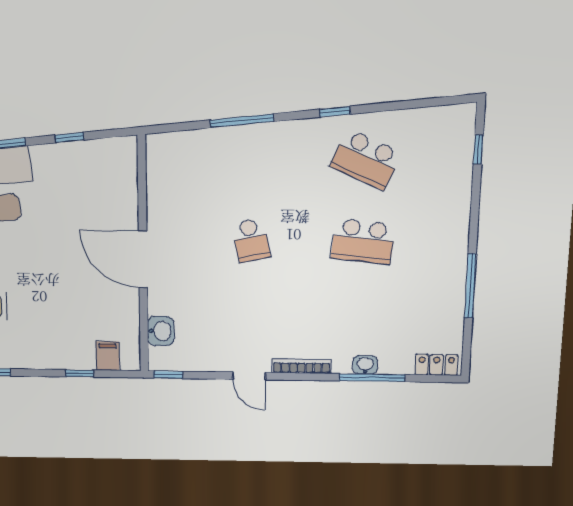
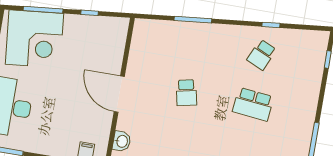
window: (335, 112) -> (271, 25), moved
school desk: (366, 160) -> (262, 55), width x0.54

